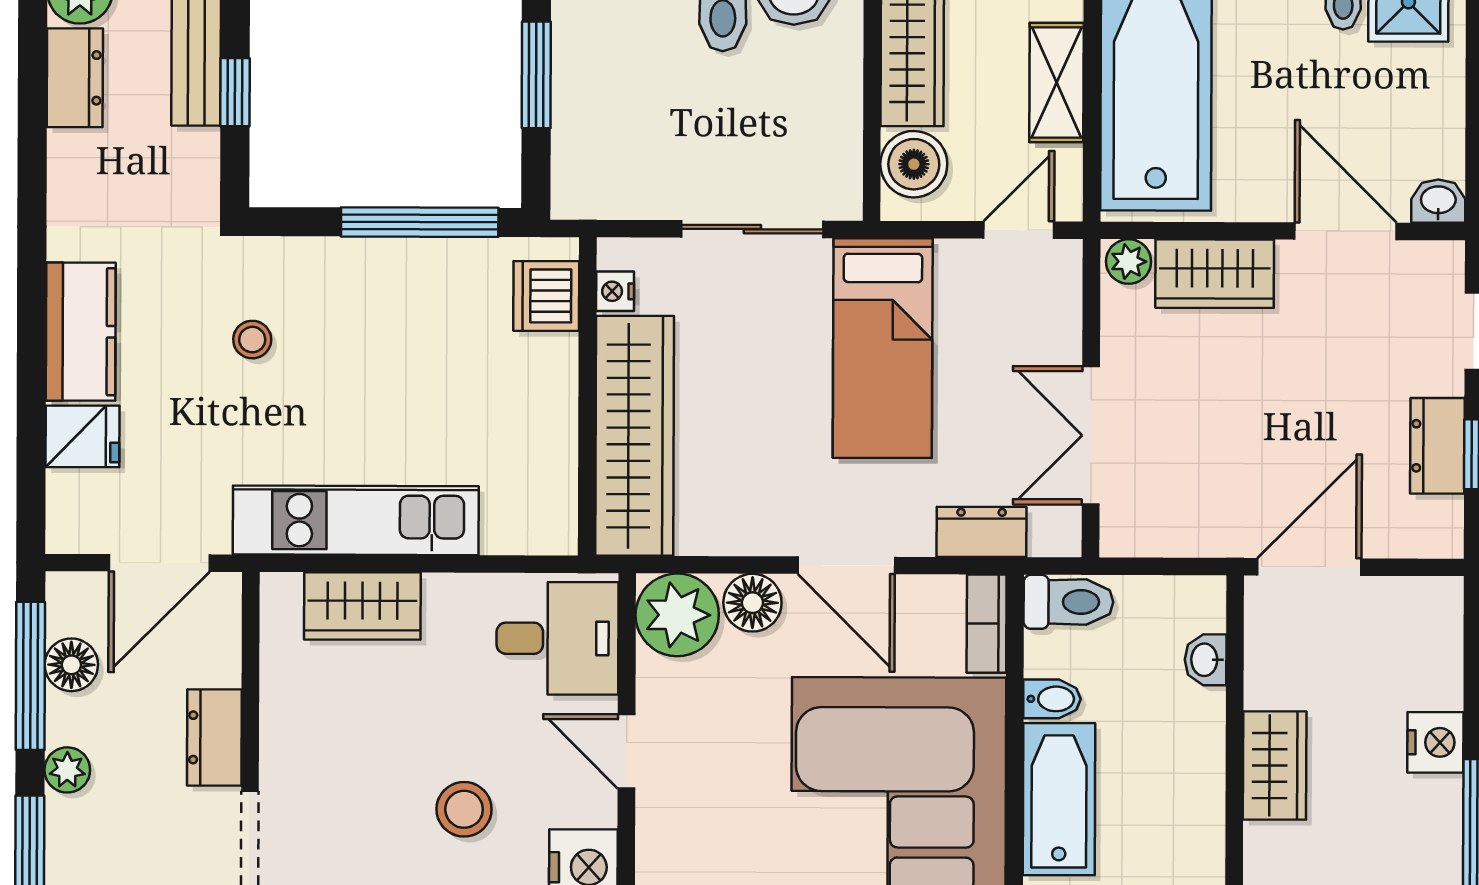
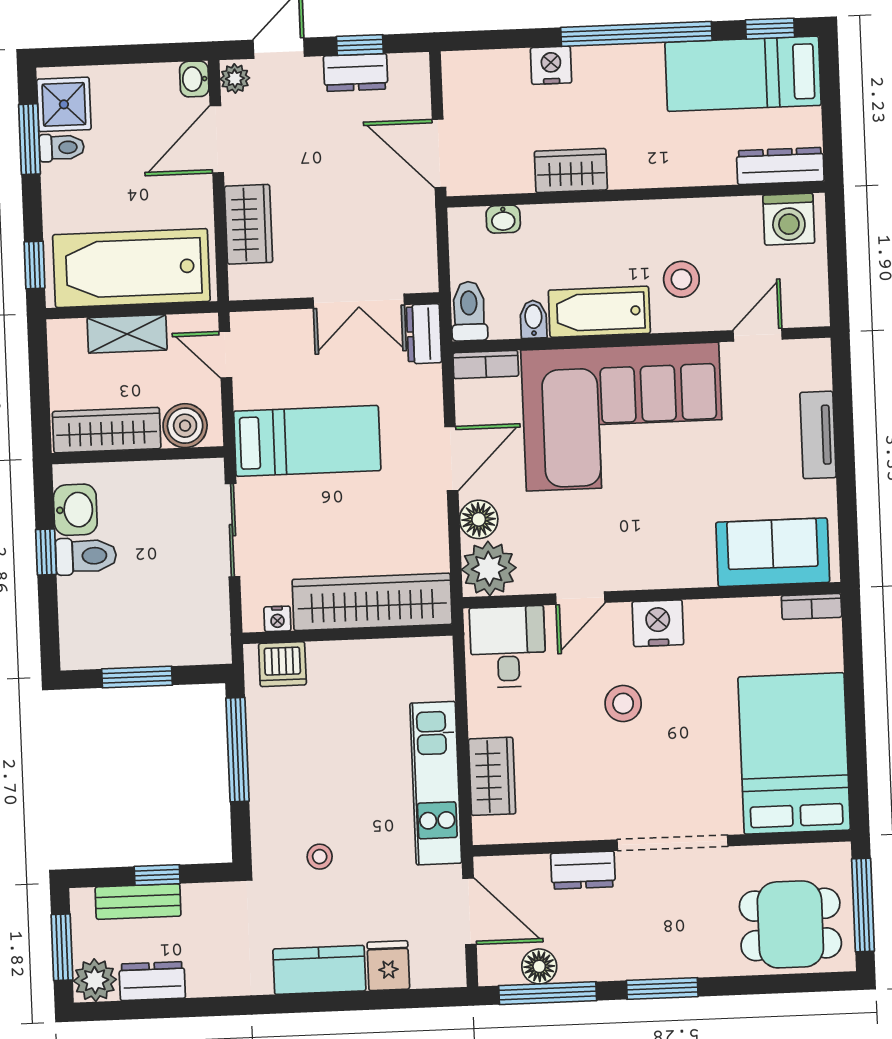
plant: (1129, 262) -> (235, 79), moved
dresser: (982, 532) -> (424, 334), moved
plant: (67, 770) -> (609, 966), removed

